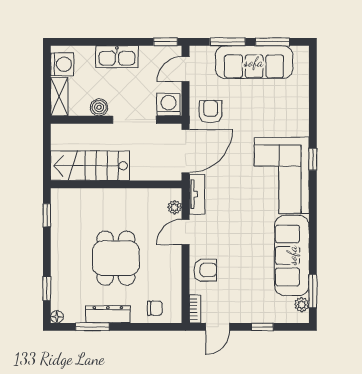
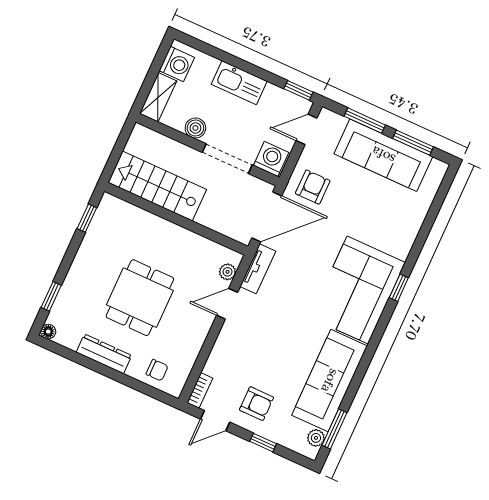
armchair: (205, 270) -> (256, 404), moved
window: (92, 327) -> (81, 360), removed

